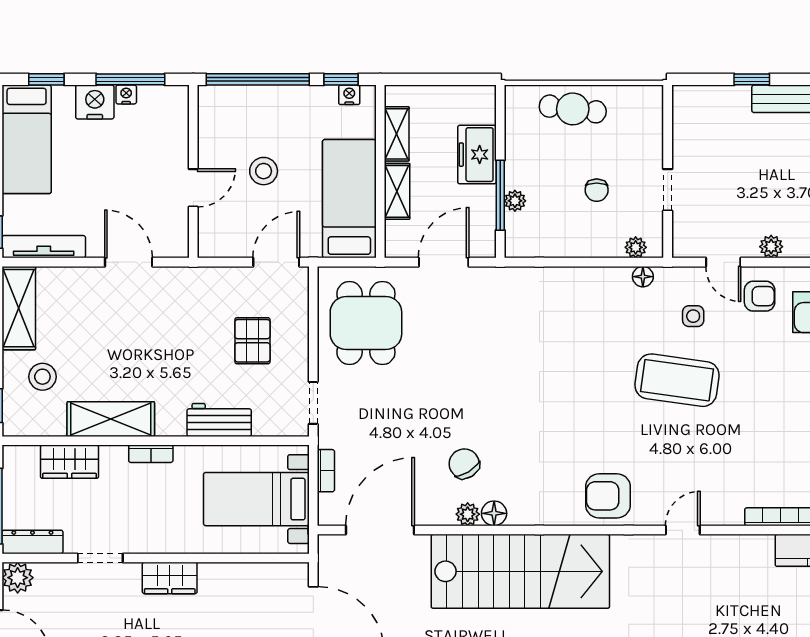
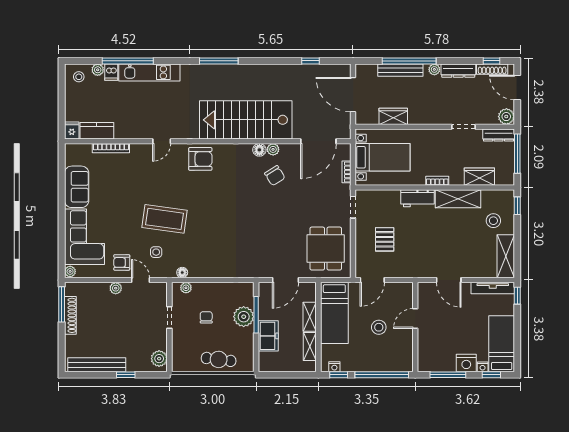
nightstand: (126, 95) -> (483, 367), moved
plant: (687, 111) -> (159, 359), added
plant: (515, 201) -> (244, 317), width x1.88, depth x1.88
workbench: (219, 420) -> (418, 198), moved
wardrobe: (170, 578) -> (393, 116), moved

